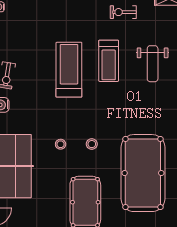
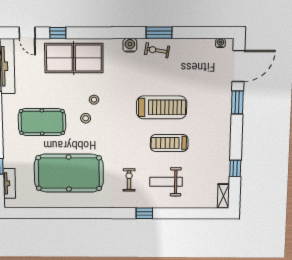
exercise bike: (123, 12) -> (129, 180), moved
stool: (92, 144) -> (86, 118), moved

